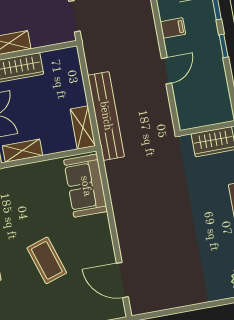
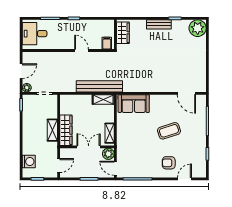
filing cabinet: (173, 28) -> (107, 43), moved
door: (122, 280) -> (186, 93), hinge flipped

